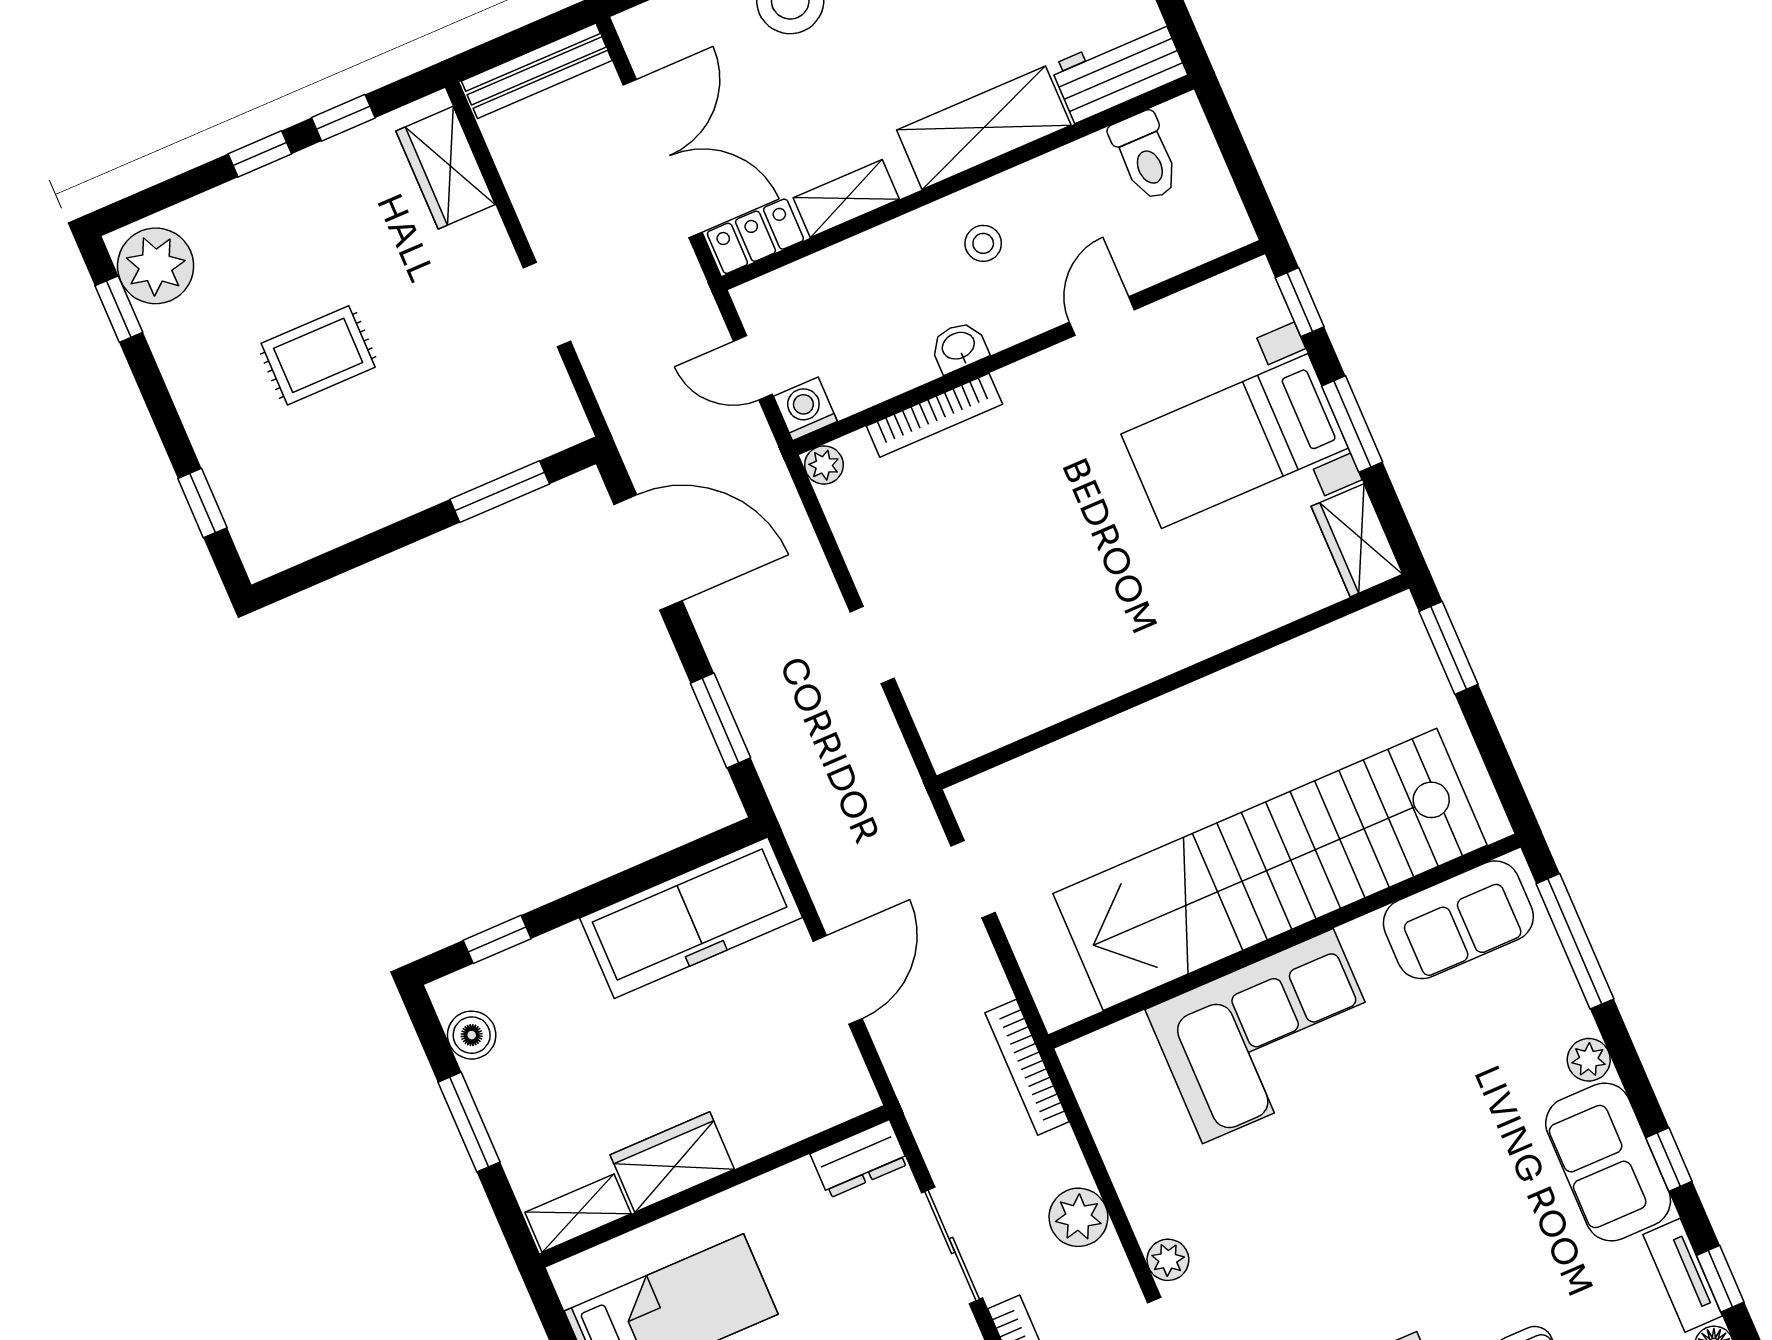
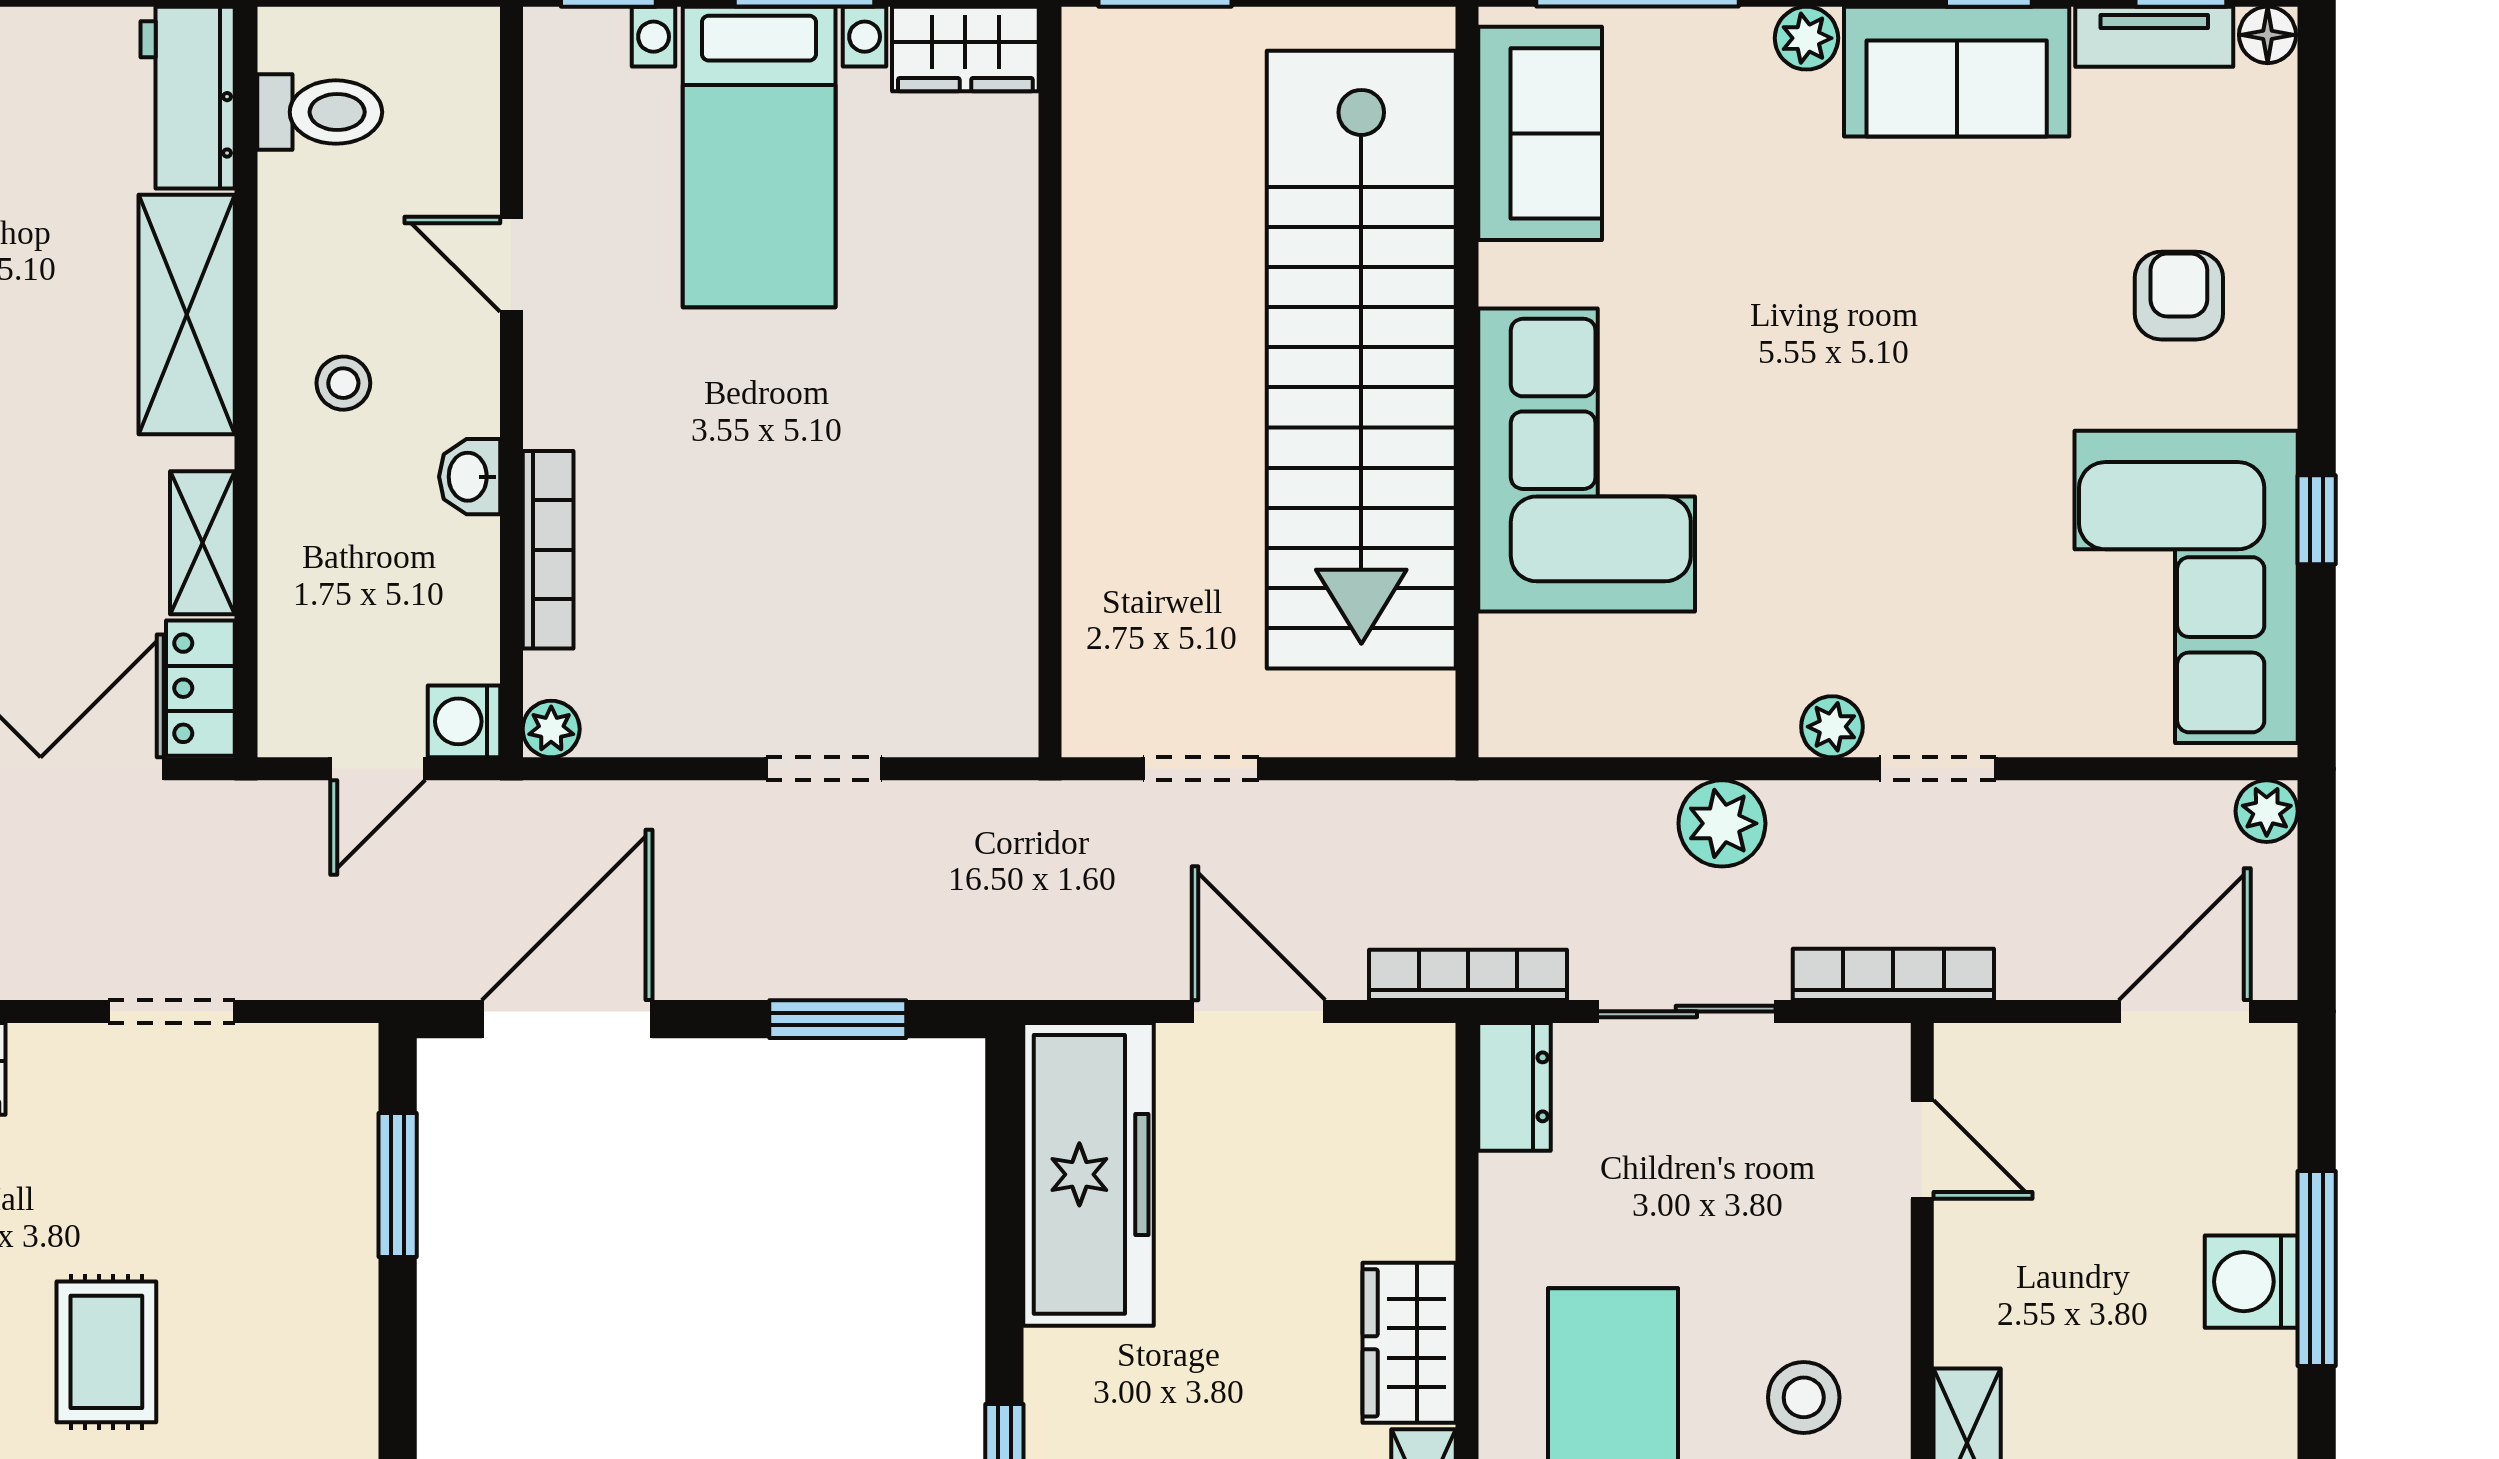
bookcase: (1027, 1067) -> (1468, 975), moved, turned 180

